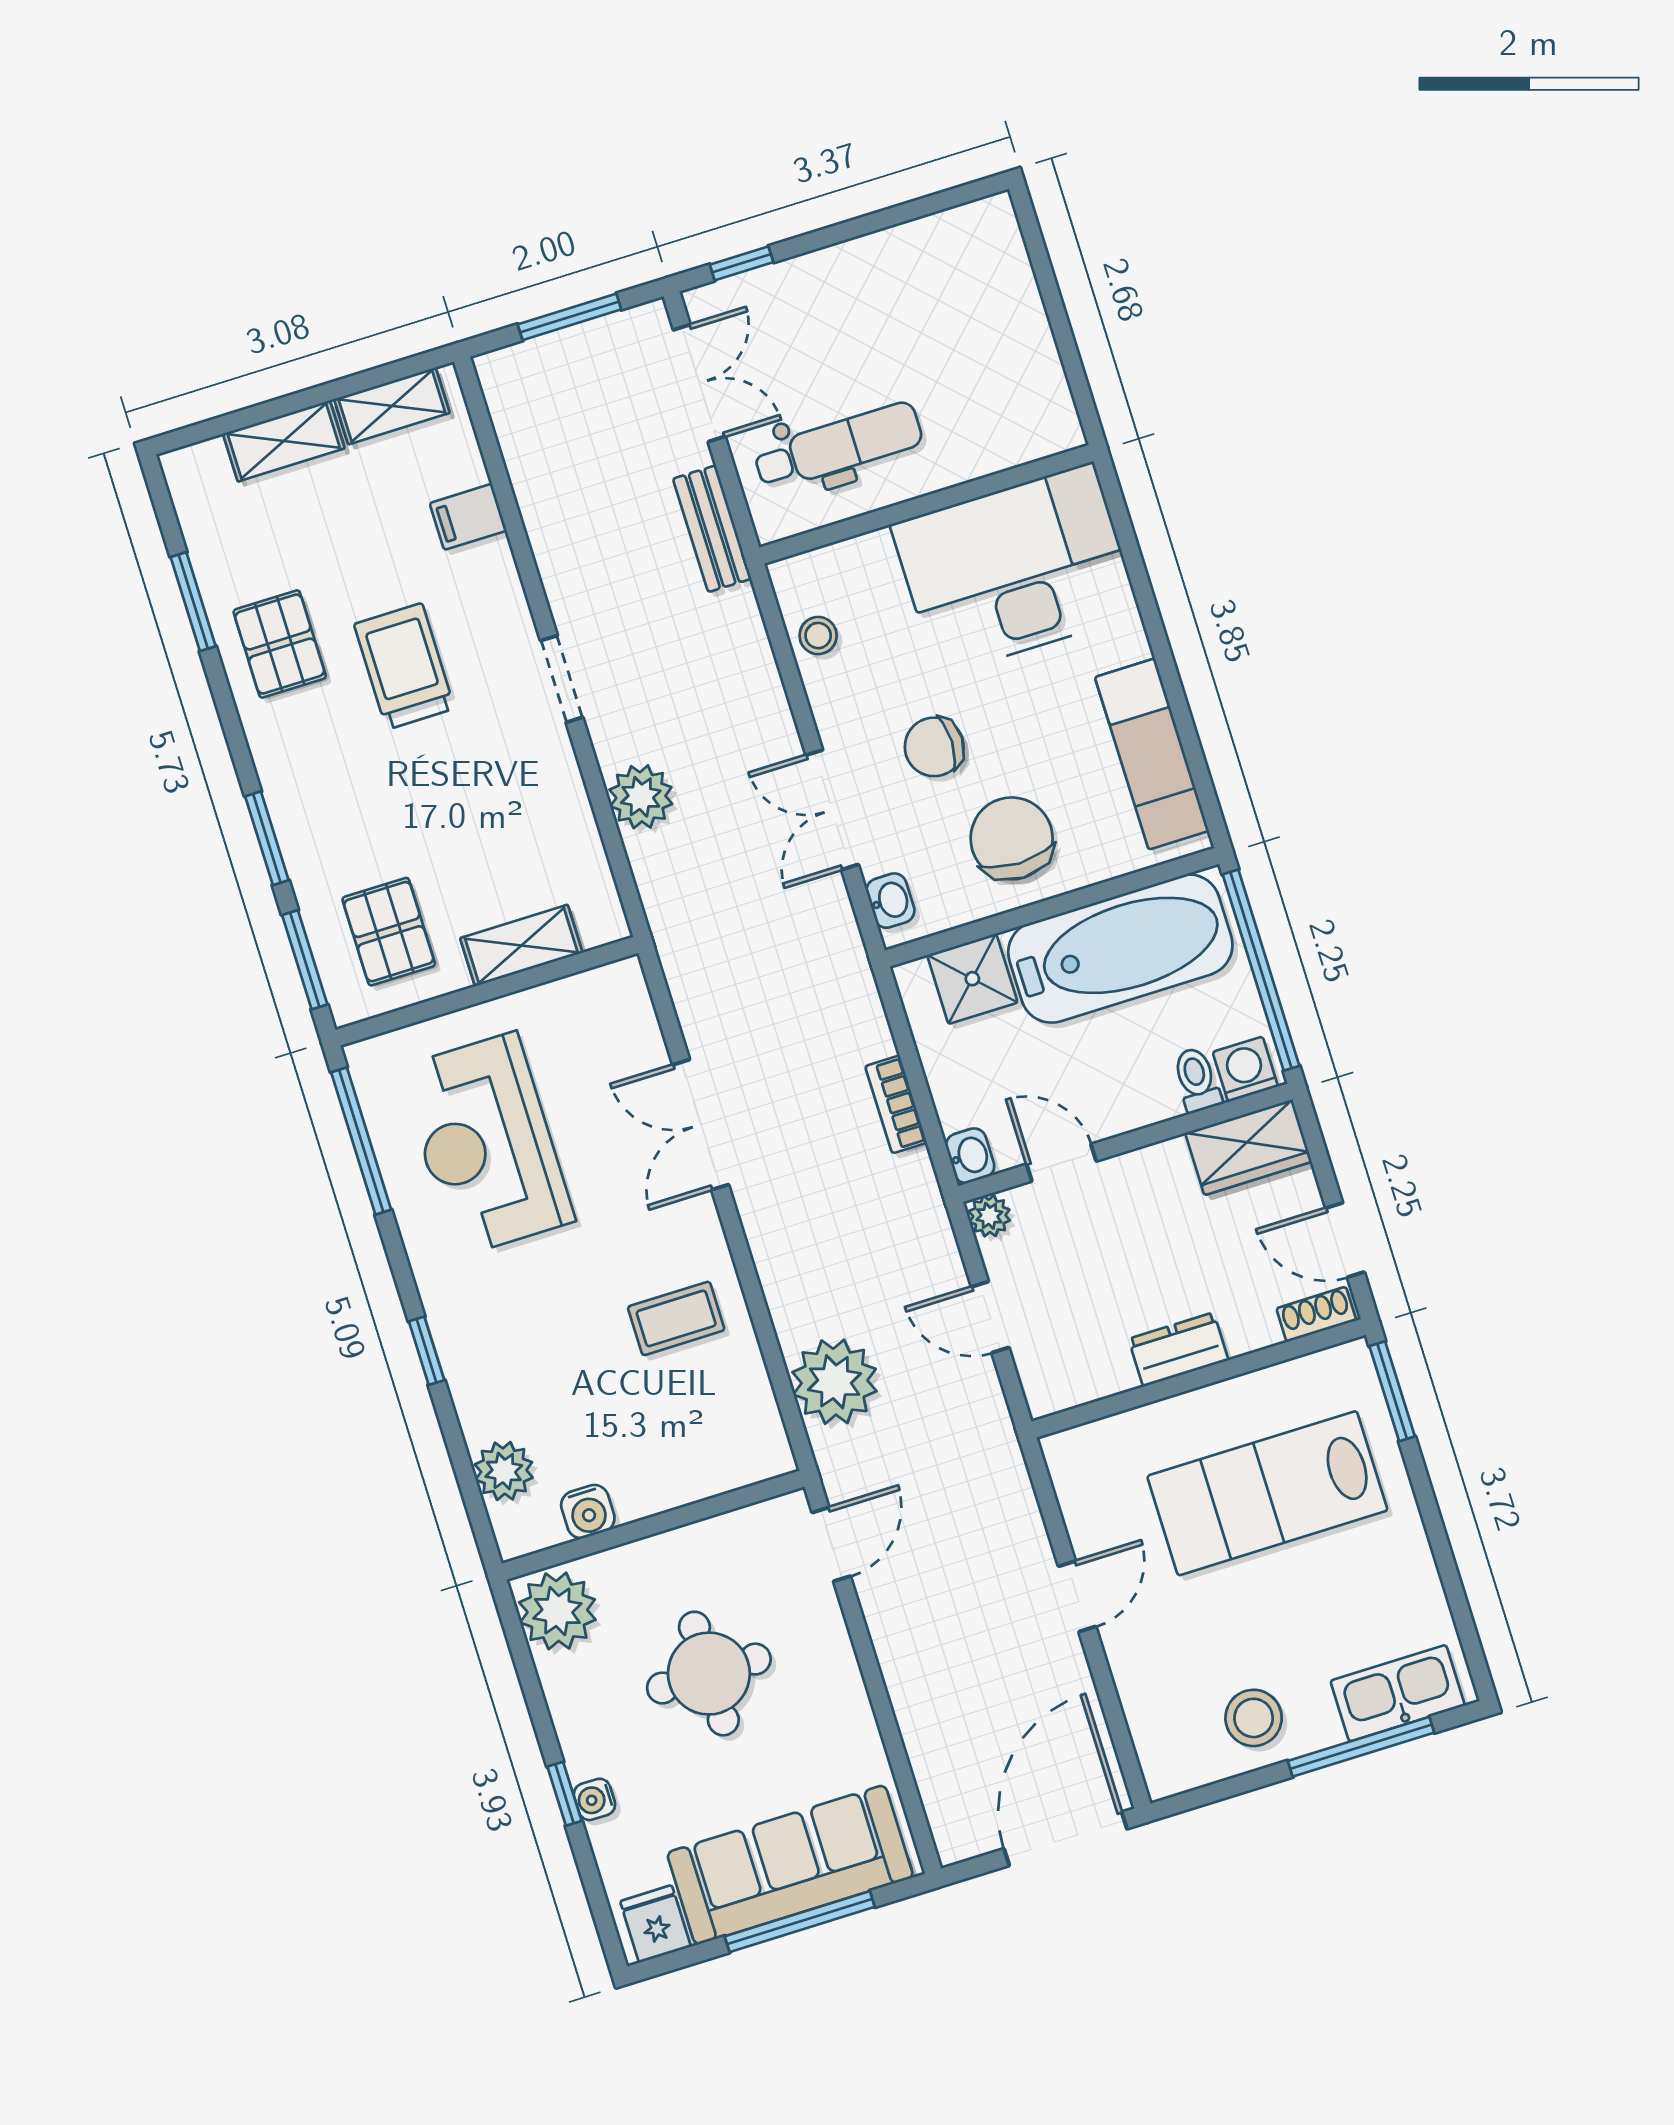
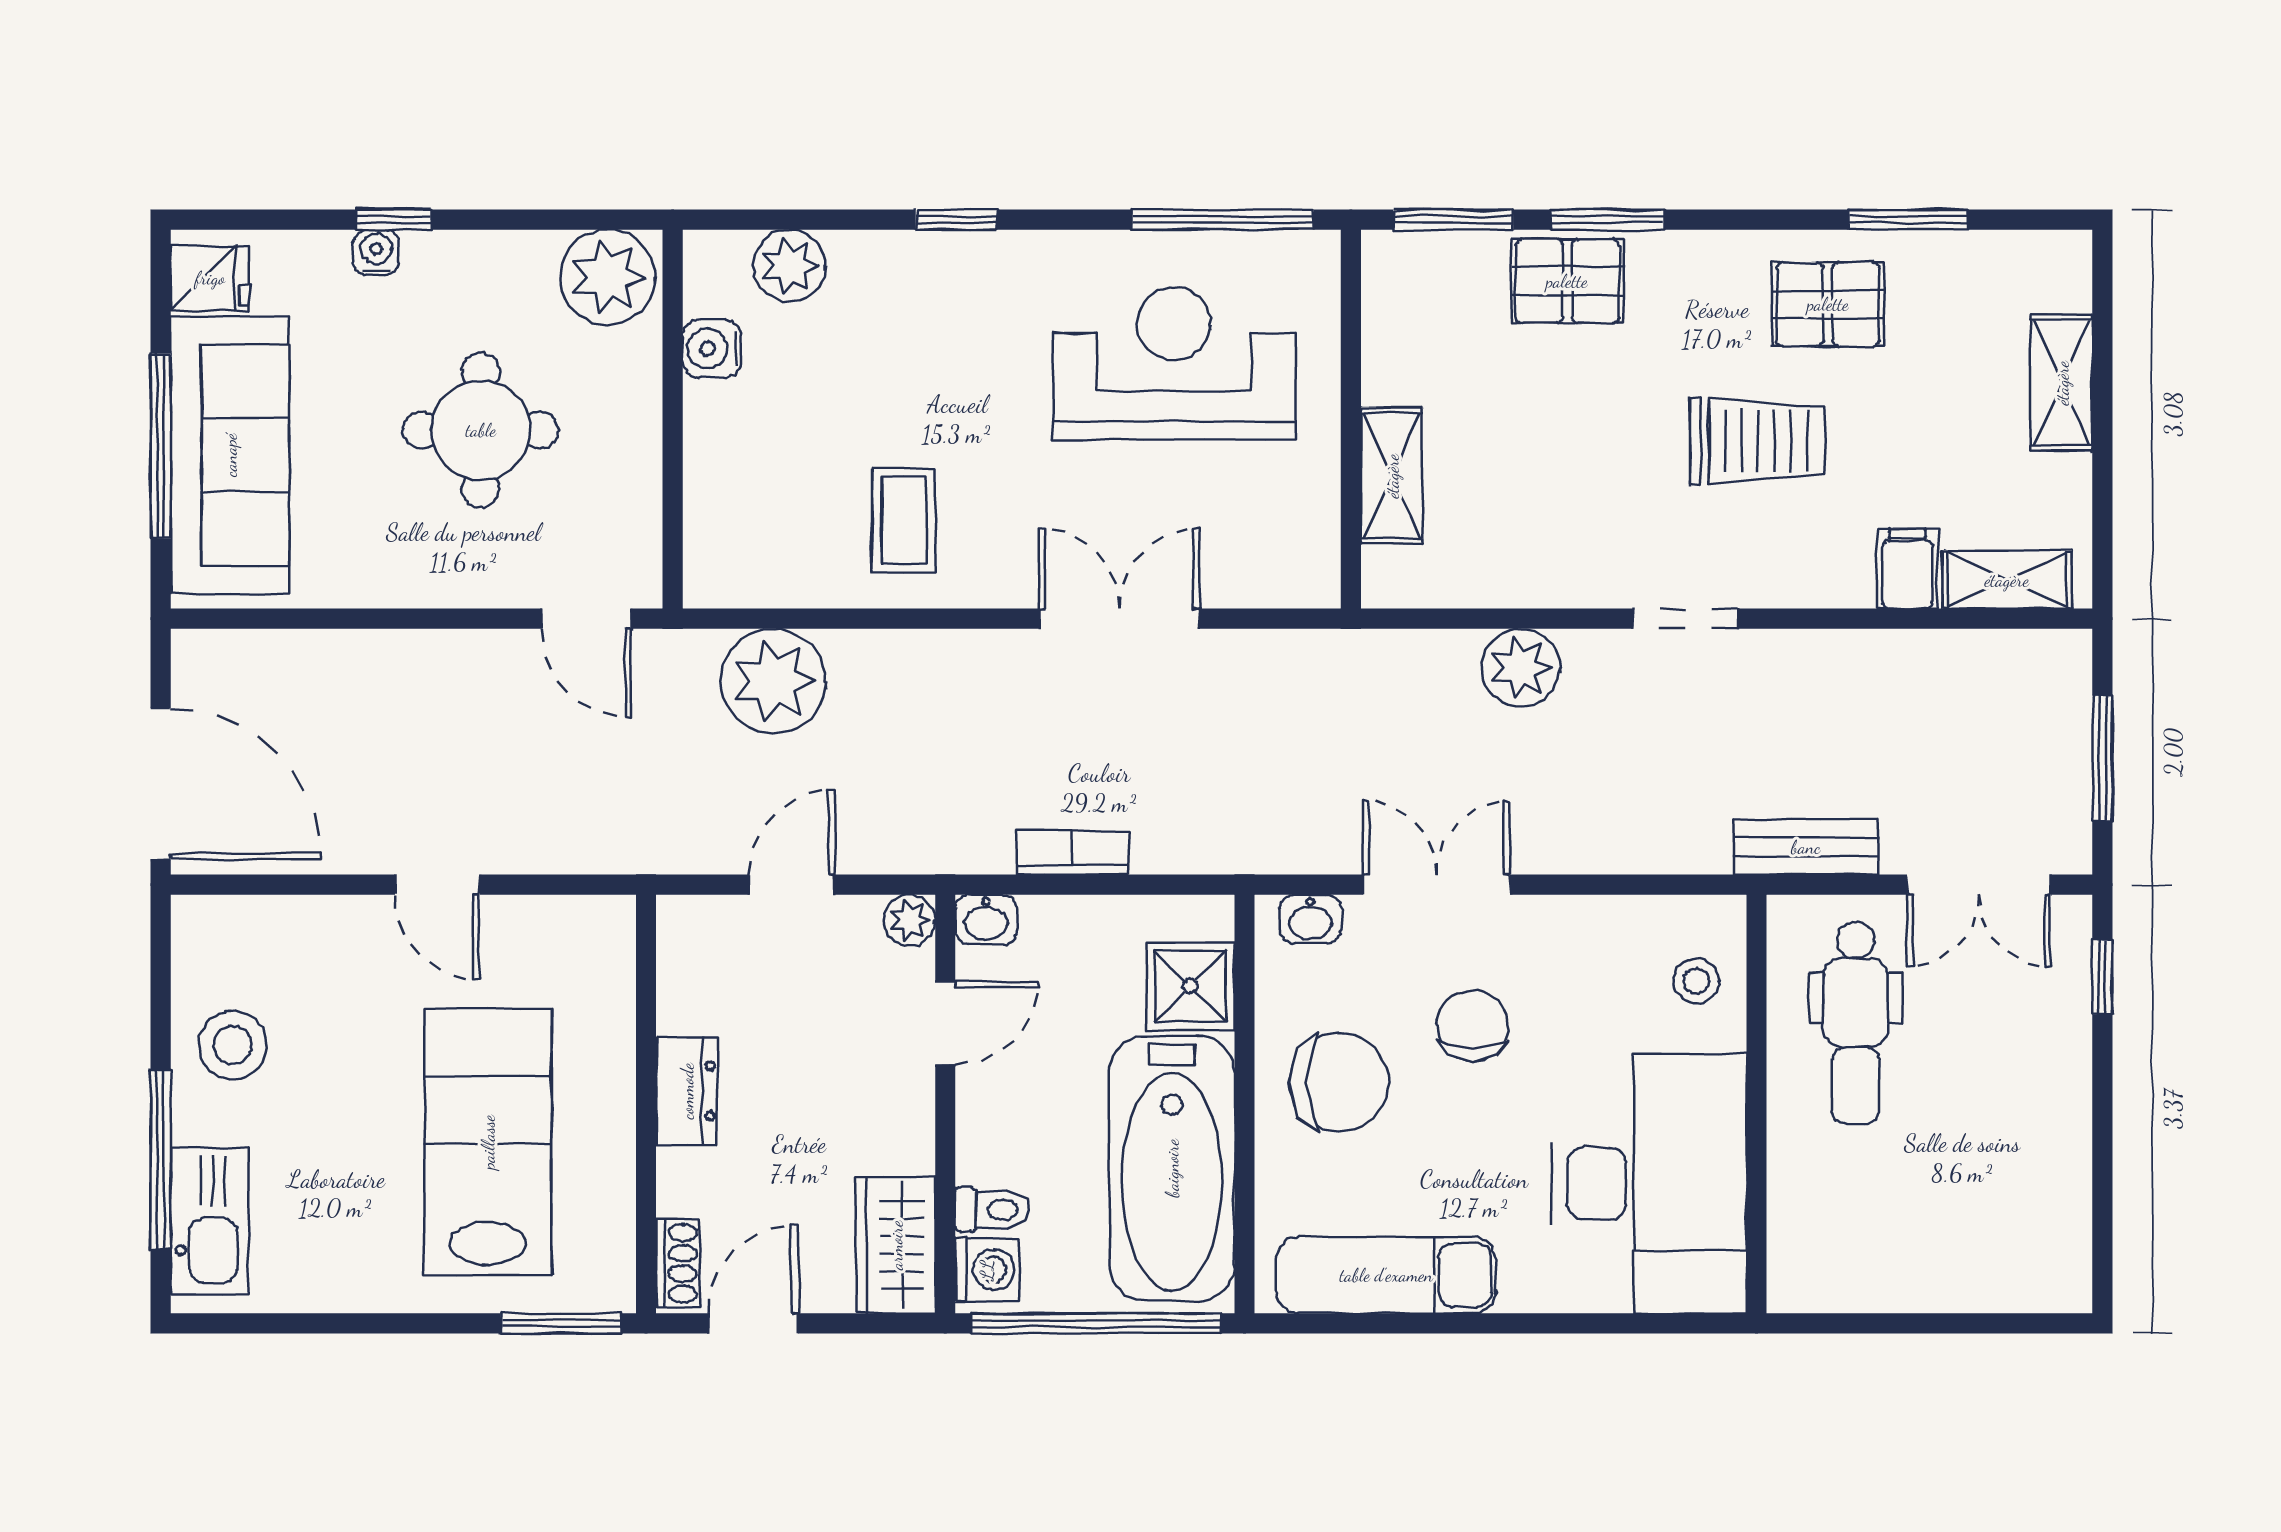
shelving: (392, 406) -> (2007, 580), moved, turned 90
stool: (818, 636) -> (1696, 981), moved
pallet: (389, 932) -> (1567, 281), moved

